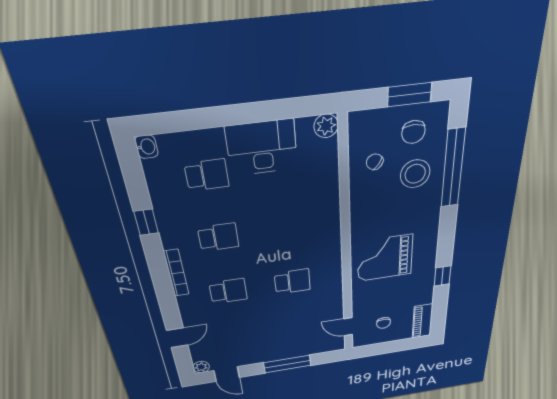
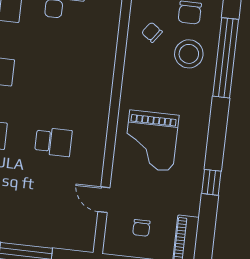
grand piano: (385, 258) -> (151, 141), turned -90
door: (348, 327) -> (104, 200), moved

